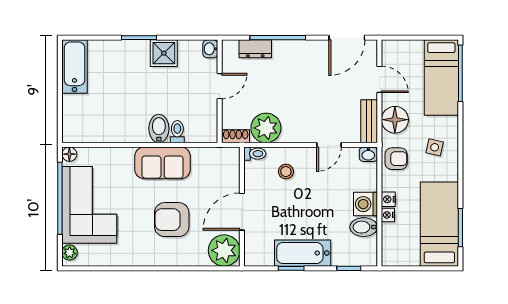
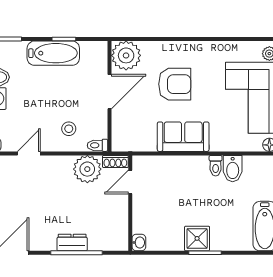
dresser: (255, 49) -> (72, 242), moved
shower: (164, 53) -> (197, 238), moved
door: (220, 86) -> (130, 182), moved
bidet: (159, 128) -> (233, 169), moved
toilet: (177, 132) -> (216, 166), moved

